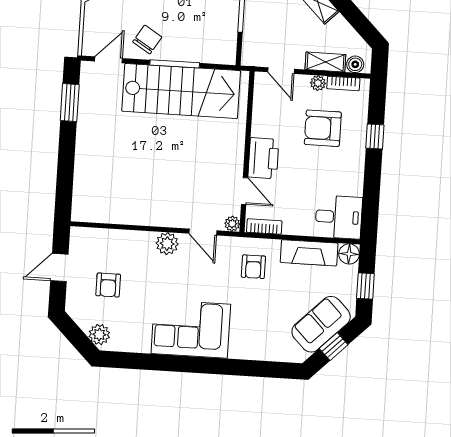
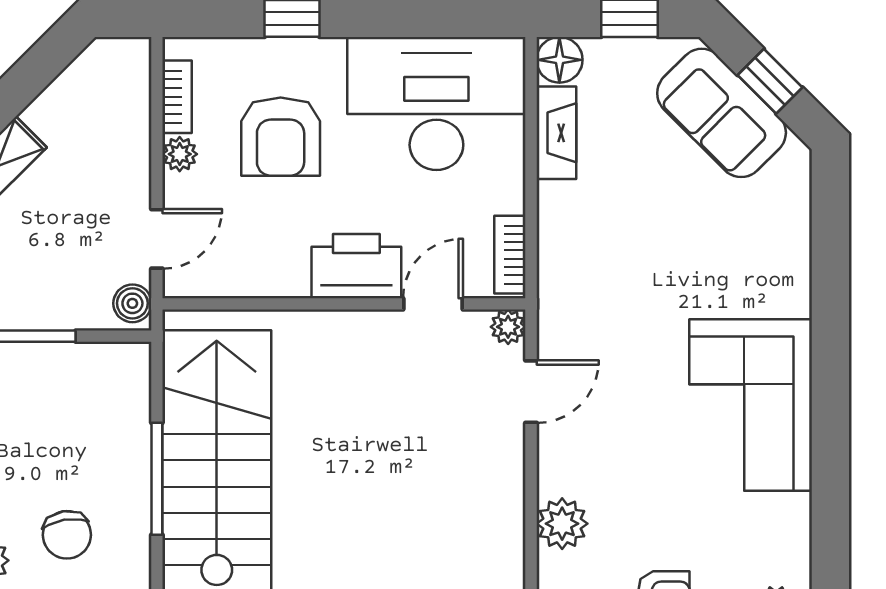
chair: (147, 39) -> (67, 535), moved, turned -131
shelving: (325, 62) -> (131, 140), removed
boiler: (355, 64) -> (132, 303), moved
desk: (339, 217) -> (436, 104), width x1.87, depth x1.30
plant: (167, 244) -> (562, 524), moved
fireplace: (309, 253) -> (556, 133), width x0.73, depth x0.76
armchair: (253, 267) -> (602, 273), removed

